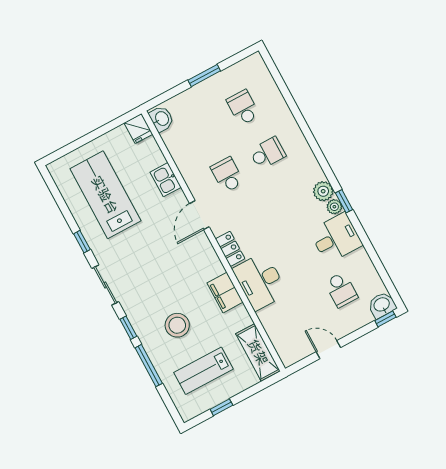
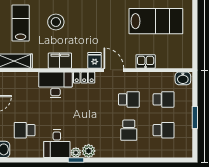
fridge: (138, 129) -> (95, 60), moved, turned 90
school desk: (203, 129) -> (164, 99), added

